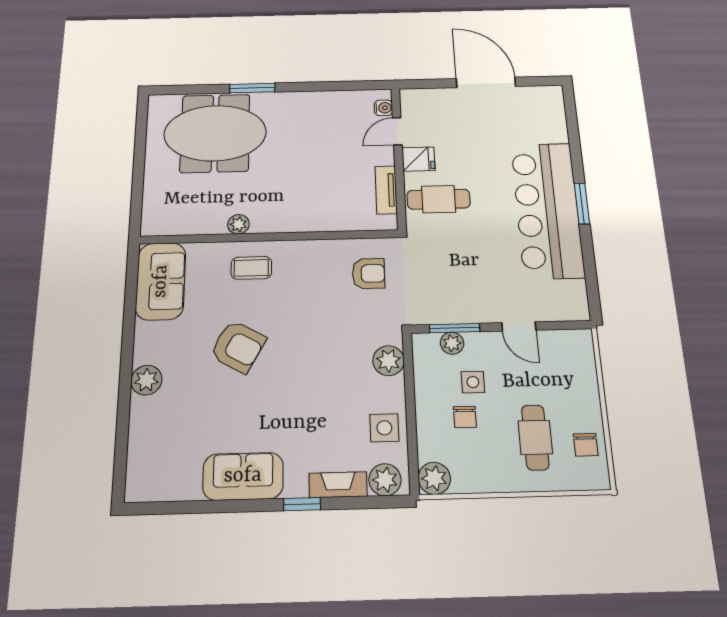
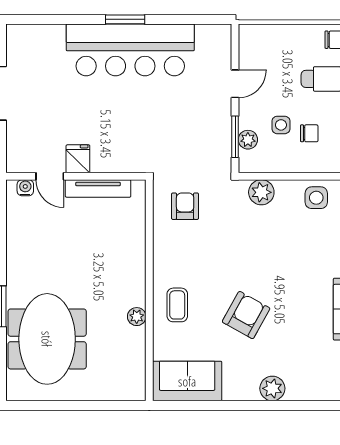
tv unit: (386, 190) -> (98, 188), width x1.41
cafe table: (439, 199) -> (118, 143), removed

